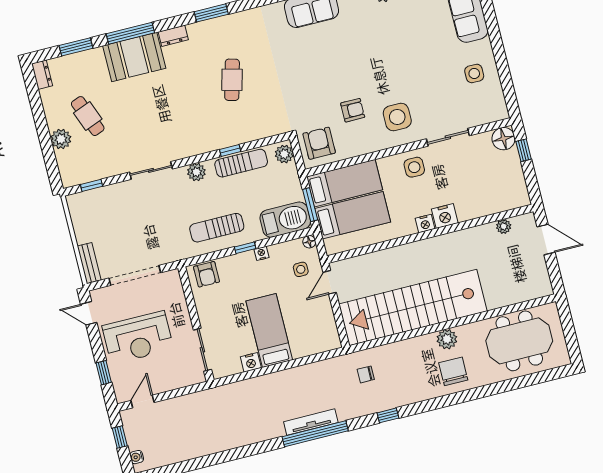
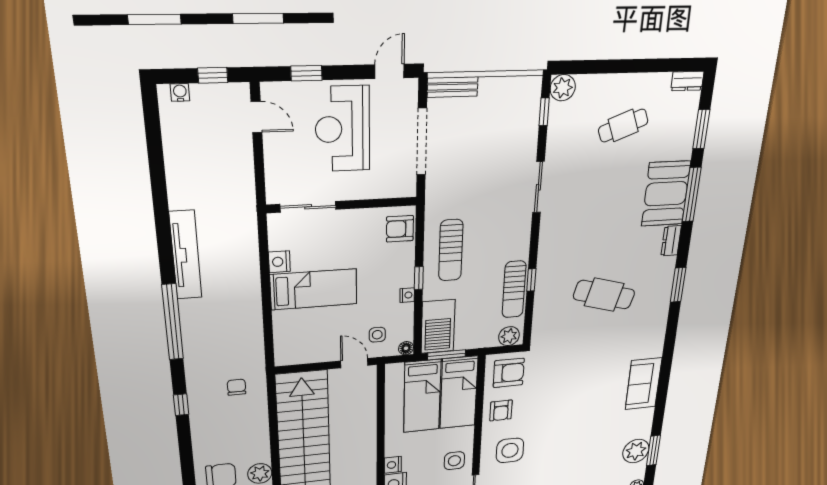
cafe table: (232, 80) -> (604, 295), width x1.37, depth x1.35
armchair: (353, 110) -> (501, 410), moved
plant: (61, 139) -> (563, 88), moved
plant: (196, 172) -> (520, 239), removed
sun lounger: (217, 228) -> (451, 250), turned 180
tv unit: (311, 422) -> (186, 255), moved, width x1.36, depth x1.29

